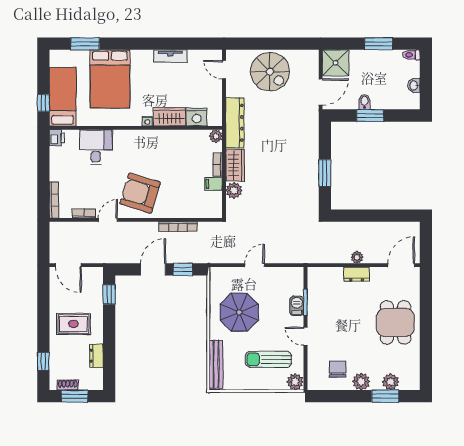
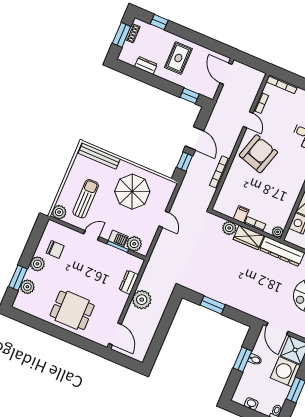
washing machine: (363, 63) -> (285, 372), added
plant: (357, 257) -> (142, 300), width x1.88, depth x1.88
door: (68, 265) -> (226, 74), hinge flipped
dresser: (357, 274) -> (129, 282), moved
plant: (295, 286) -> (134, 244), added

